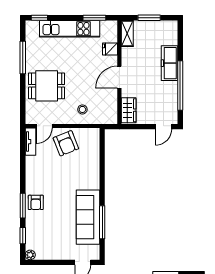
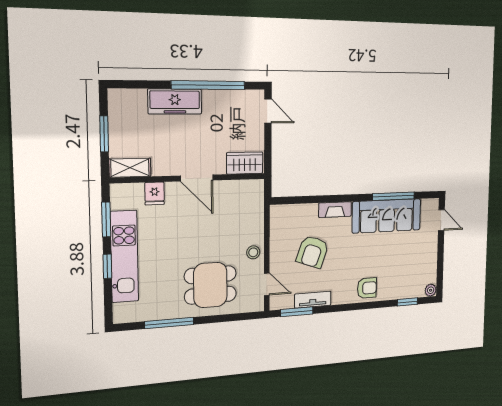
window: (39, 18) -> (107, 266), moved
dining table: (47, 86) -> (210, 285), turned 90
stool: (82, 109) -> (253, 252), moved
tv unit: (31, 142) -> (313, 300), moved
armchair: (66, 143) -> (313, 252), moved, turned 132
fireplace: (94, 177) -> (335, 210), added
window: (23, 206) -> (297, 312), moved

